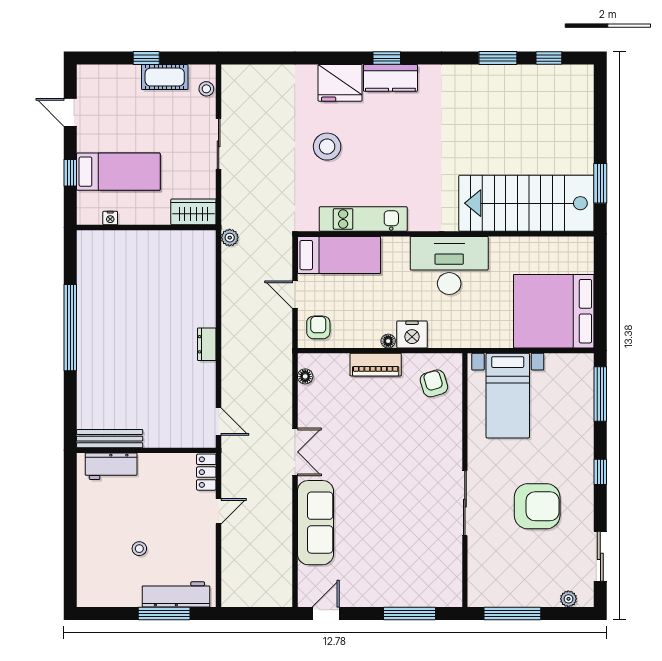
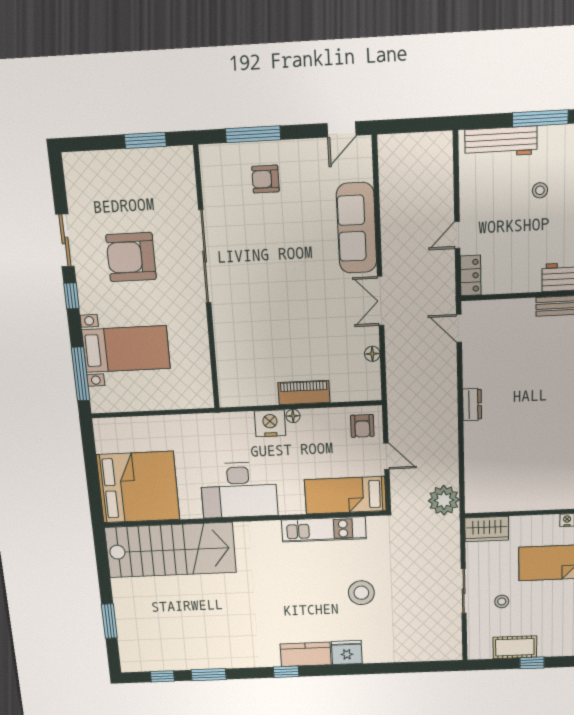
window: (387, 58) -> (286, 672), moved
fridge: (340, 83) -> (347, 652), width x0.73, depth x0.75
stool: (206, 89) -> (502, 601), moved
window: (600, 183) -> (109, 621), moved
plant: (230, 238) -> (444, 500), width x1.87, depth x1.87
bed: (554, 311) -> (138, 487), moved
floor lamp: (305, 376) -> (372, 354), moved
armchair: (434, 383) -> (265, 179), moved, turned 107
bed with nightstands: (508, 396) -> (126, 349), moved, turned 90
sliding door: (465, 503) -> (205, 257), width x1.36
sliding door: (600, 556) -> (65, 240), moved
plant: (568, 599) -> (89, 160), removed
window: (164, 613) -> (540, 118), moved
window: (512, 613) -> (145, 140), width x0.69

